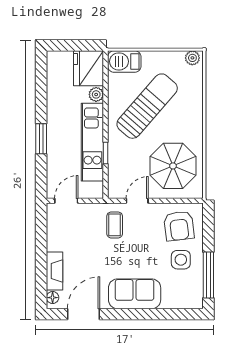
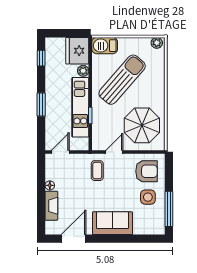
window: (41, 78) -> (41, 58), added
armchair: (179, 226) -> (146, 171), turned -83
floor lamp: (53, 298) -> (50, 185), moved

